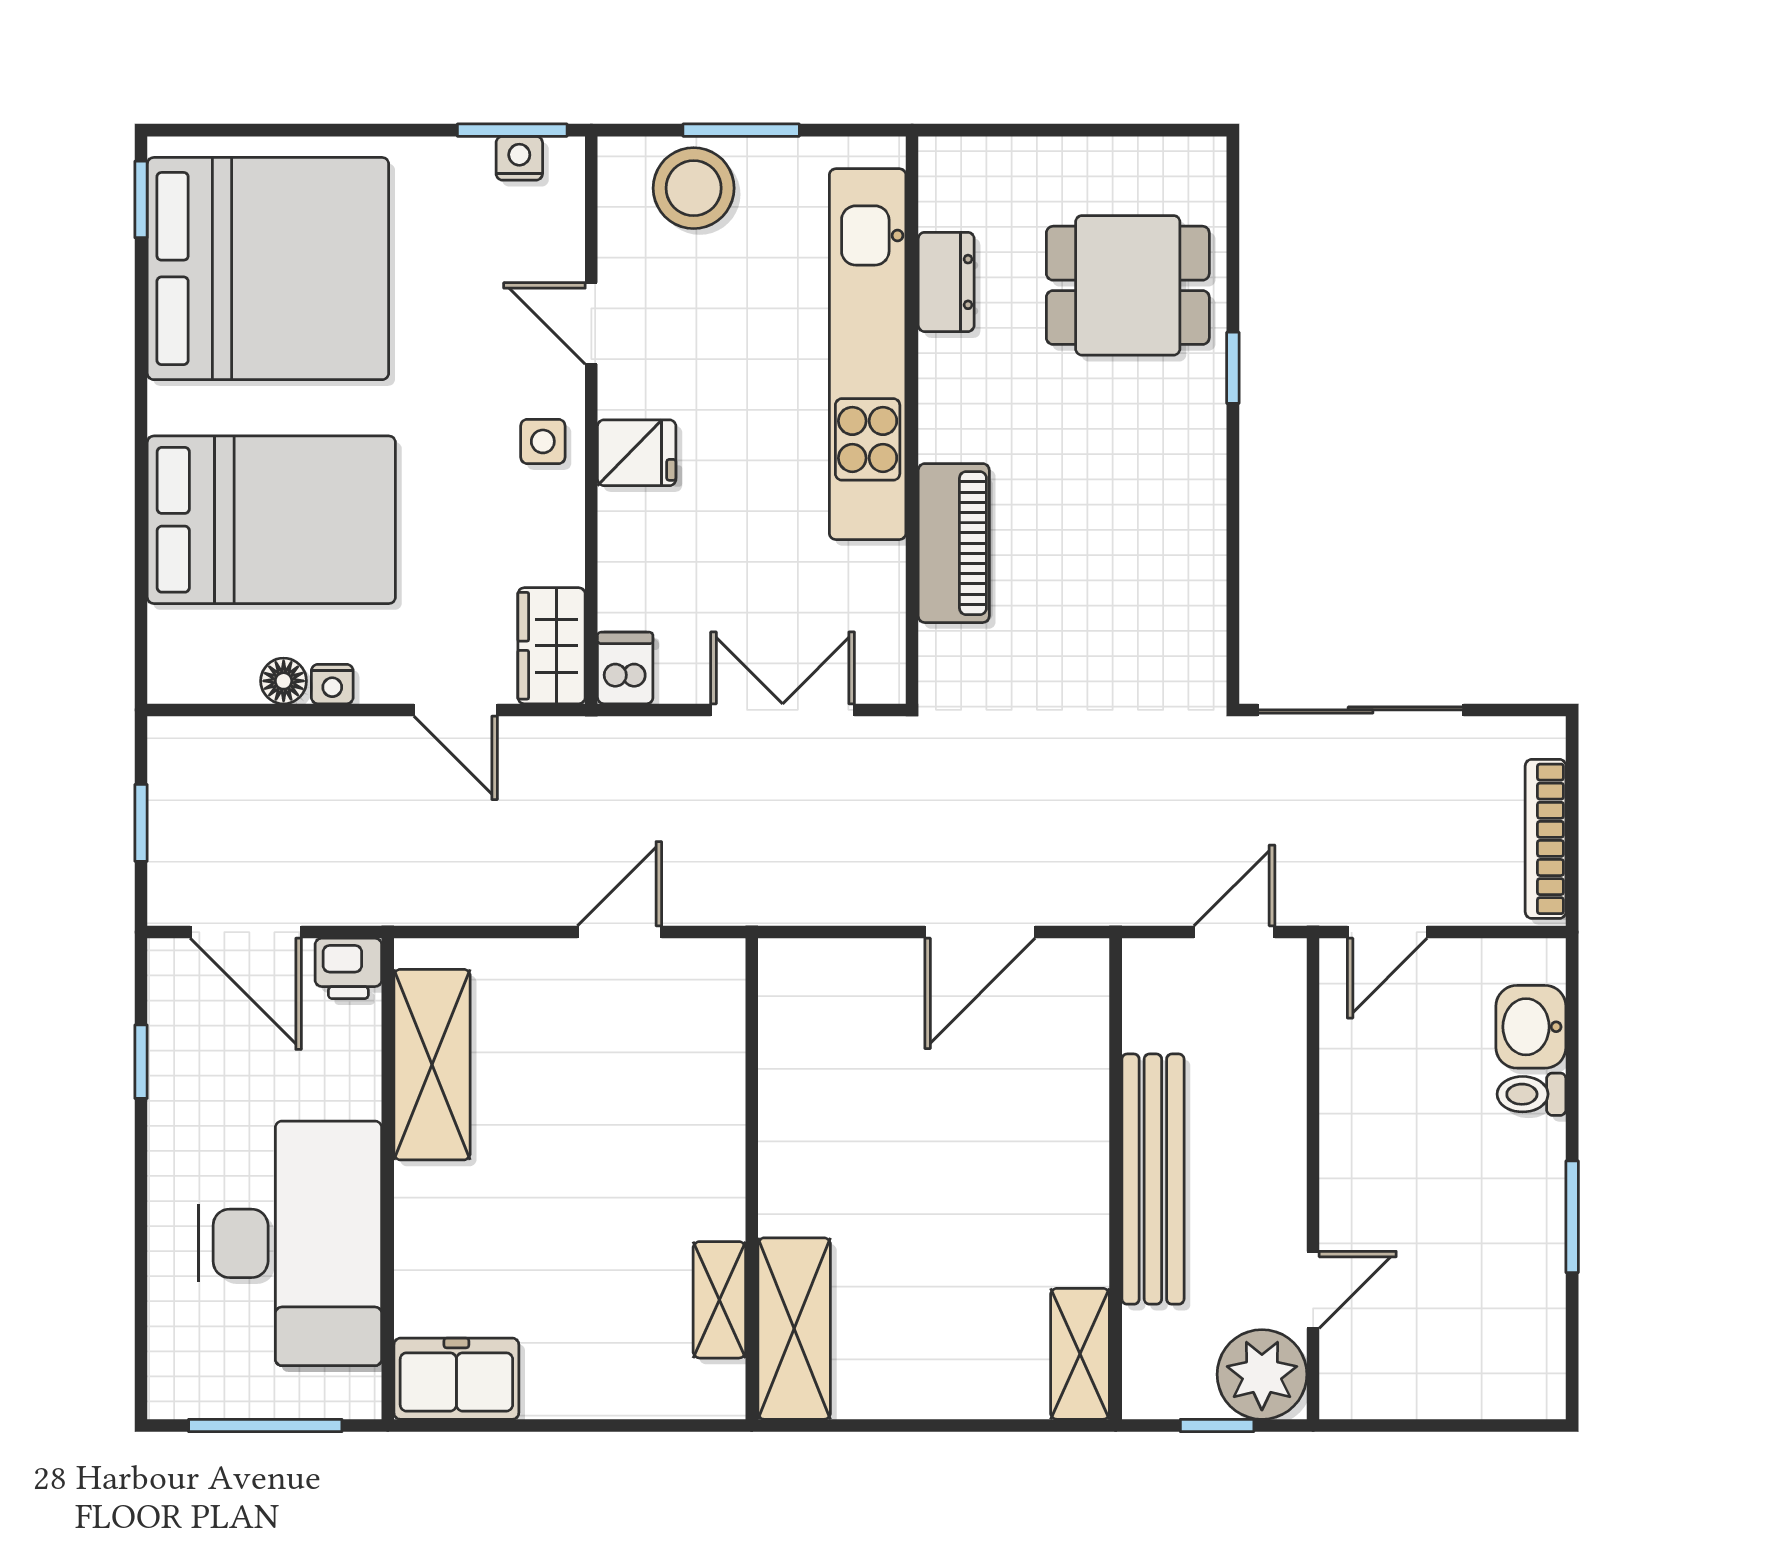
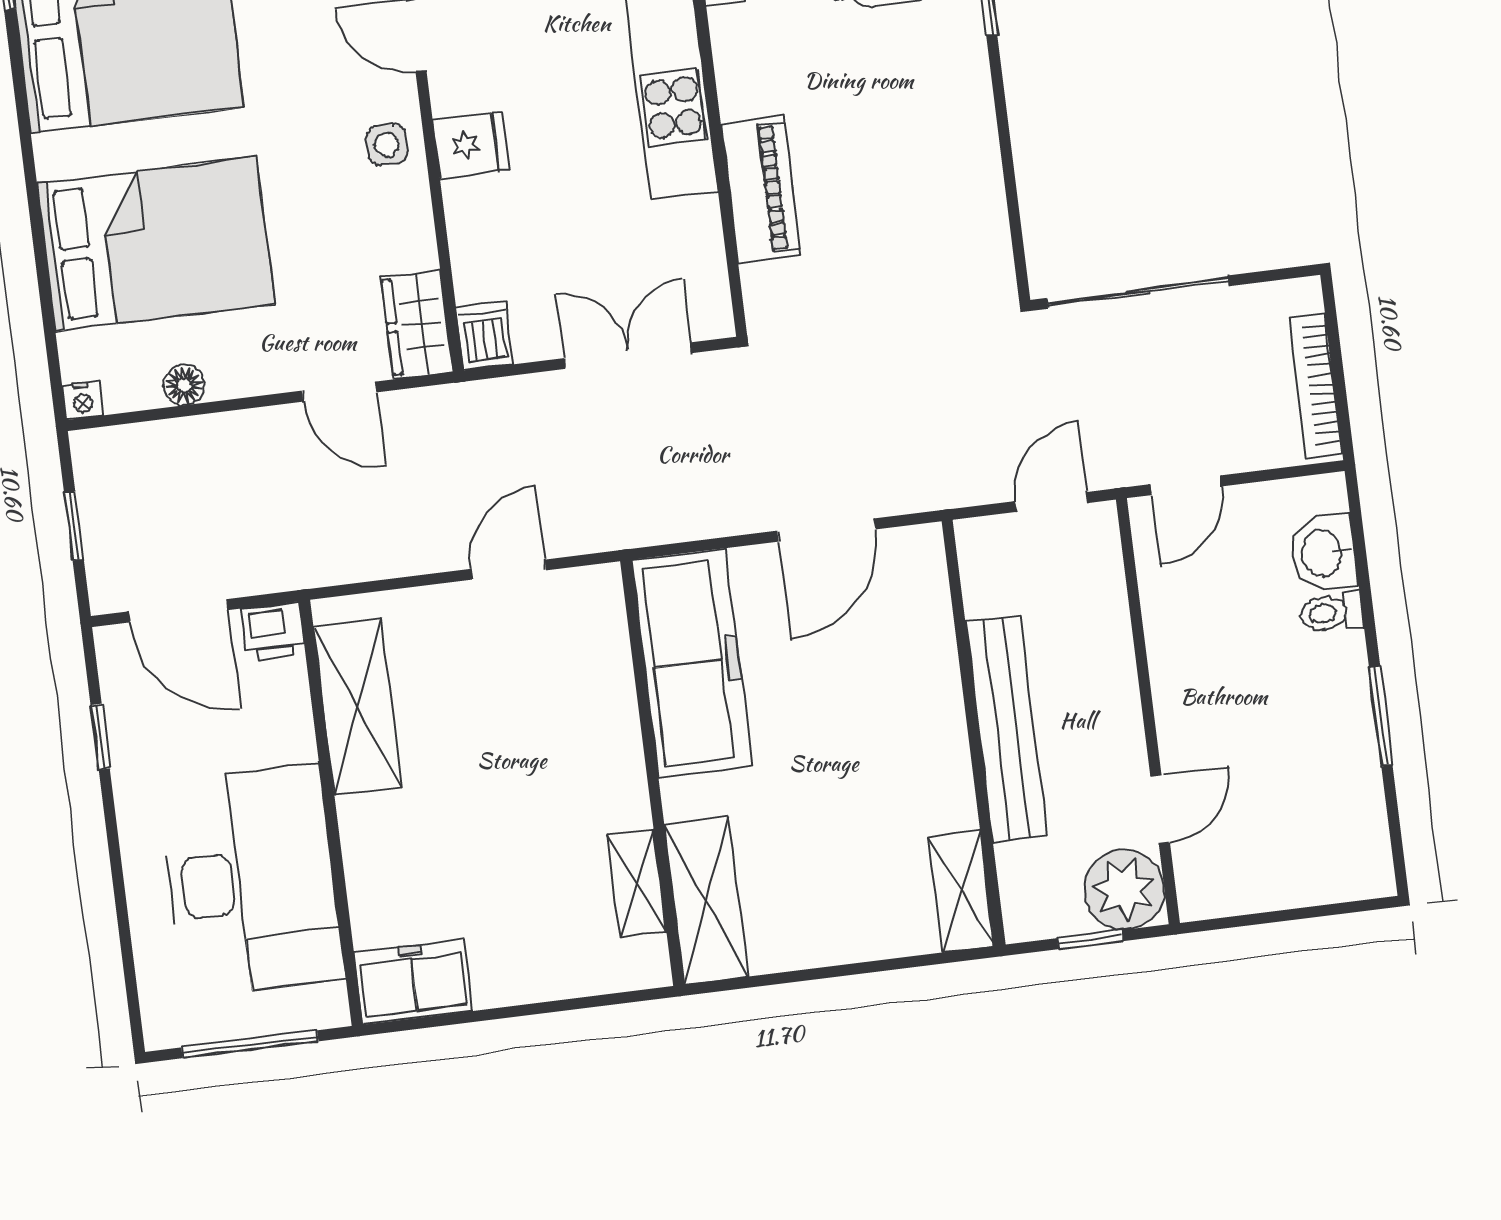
nightstand: (332, 684) -> (83, 400), moved
freezer: (811, 1062) -> (692, 663), added

